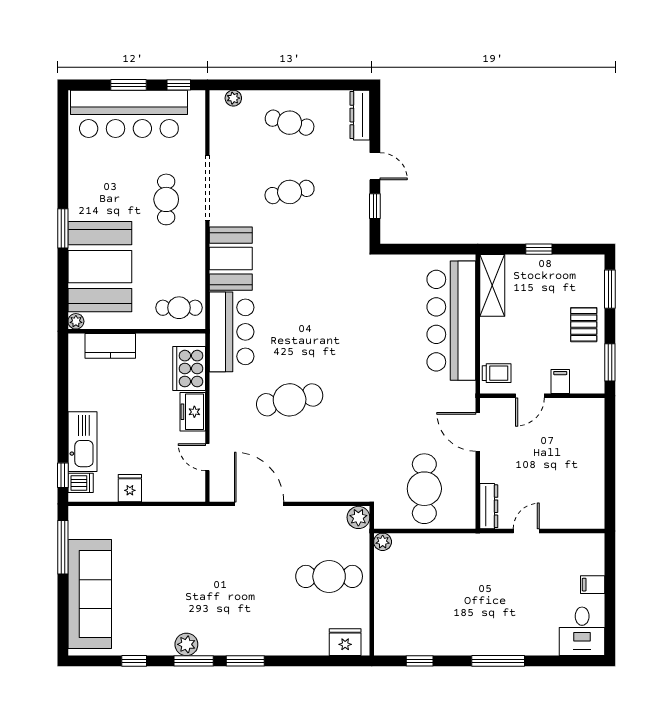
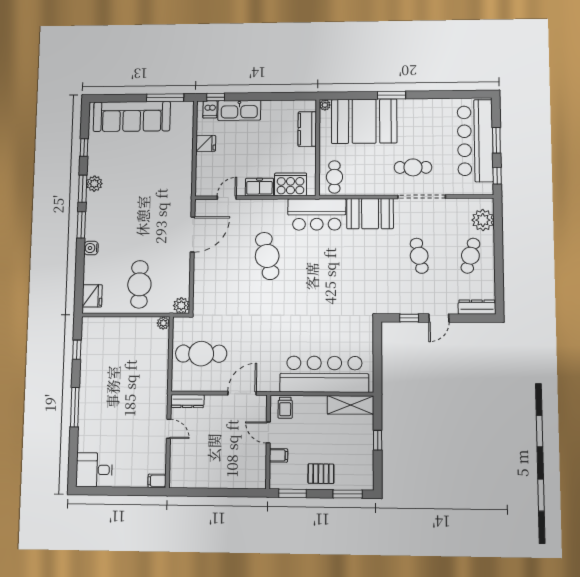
plant: (233, 98) -> (483, 220), width x1.88, depth x1.88
filing cabinet: (593, 585) -> (157, 481), moved, turned -90
water cooler: (278, 646) -> (91, 248), added

